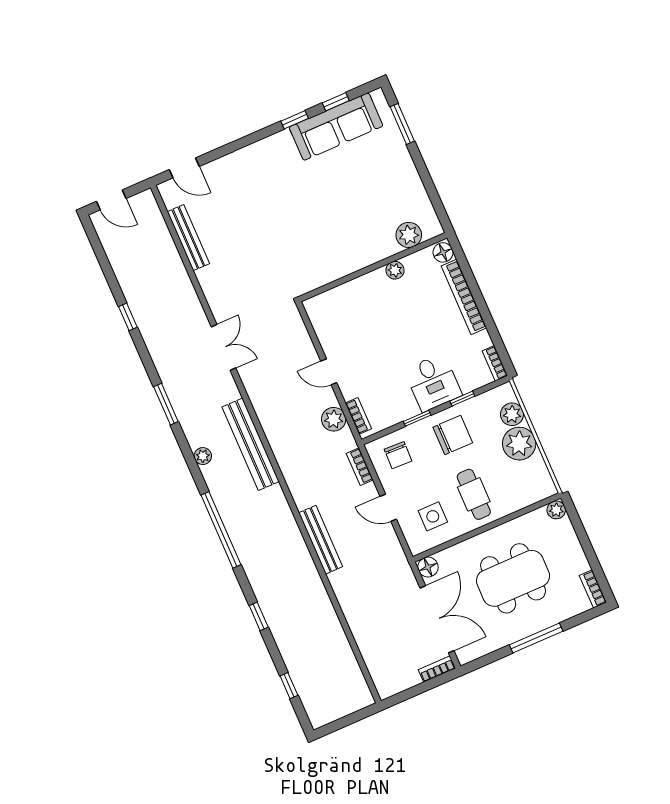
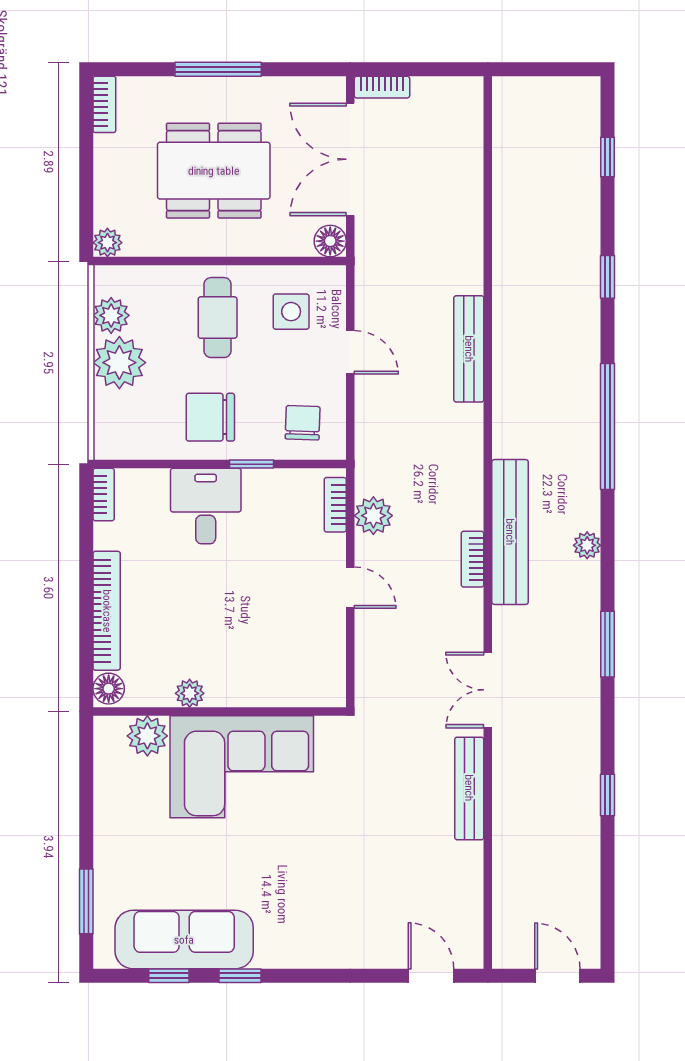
bench: (188, 238) -> (469, 788), moved
corner sofa: (346, 241) -> (242, 767), added
window: (462, 399) -> (173, 464), removed
plant: (512, 414) -> (111, 315), moved
bookcase: (360, 467) -> (473, 559), moved, turned 180

